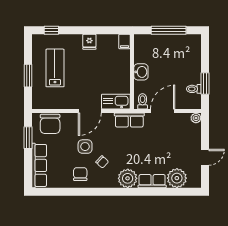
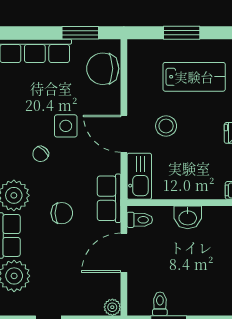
stool: (85, 85) -> (166, 126), added
door: (163, 111) -> (124, 253), swing flipped
chair: (80, 174) -> (62, 213), moved

